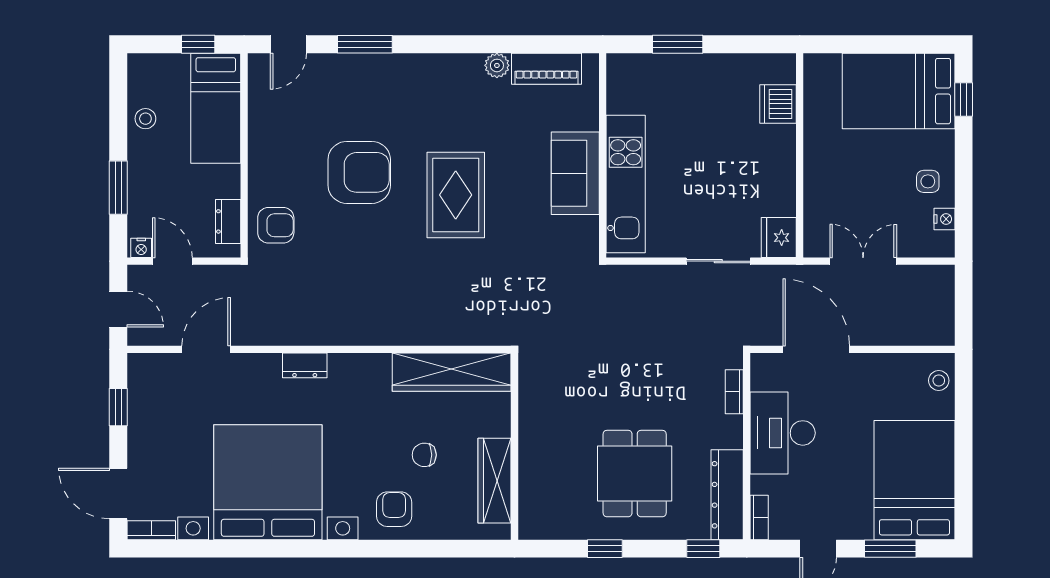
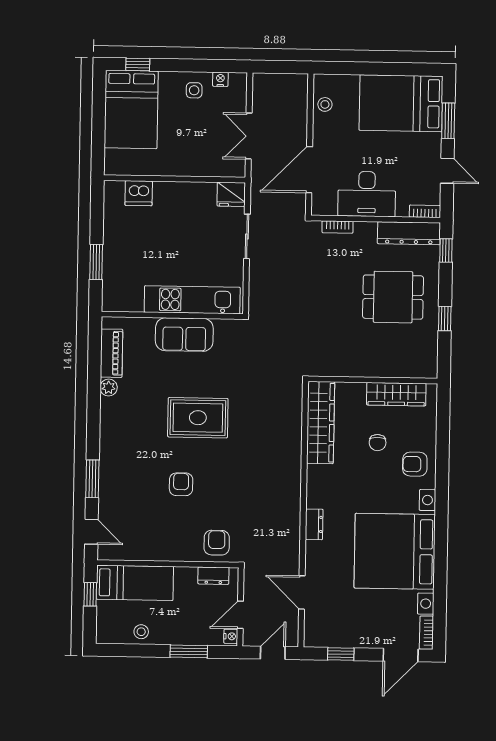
armchair: (359, 172) -> (181, 484), width x0.53, depth x0.53
stool: (939, 380) -> (325, 104), moved

